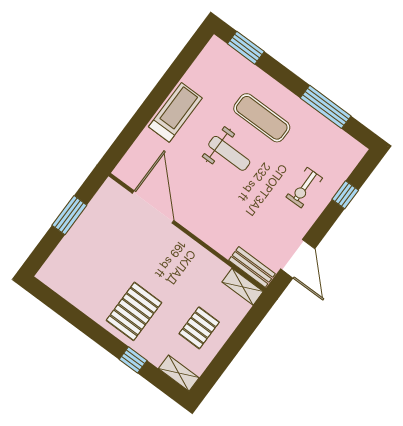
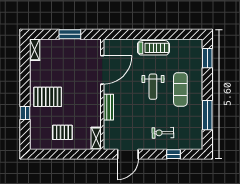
bench: (252, 267) -> (108, 107), moved
shelving: (179, 373) -> (35, 50), moved

